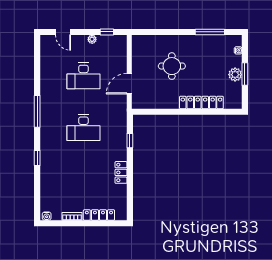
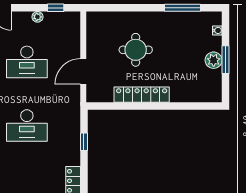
locker: (201, 102) -> (142, 95), moved

